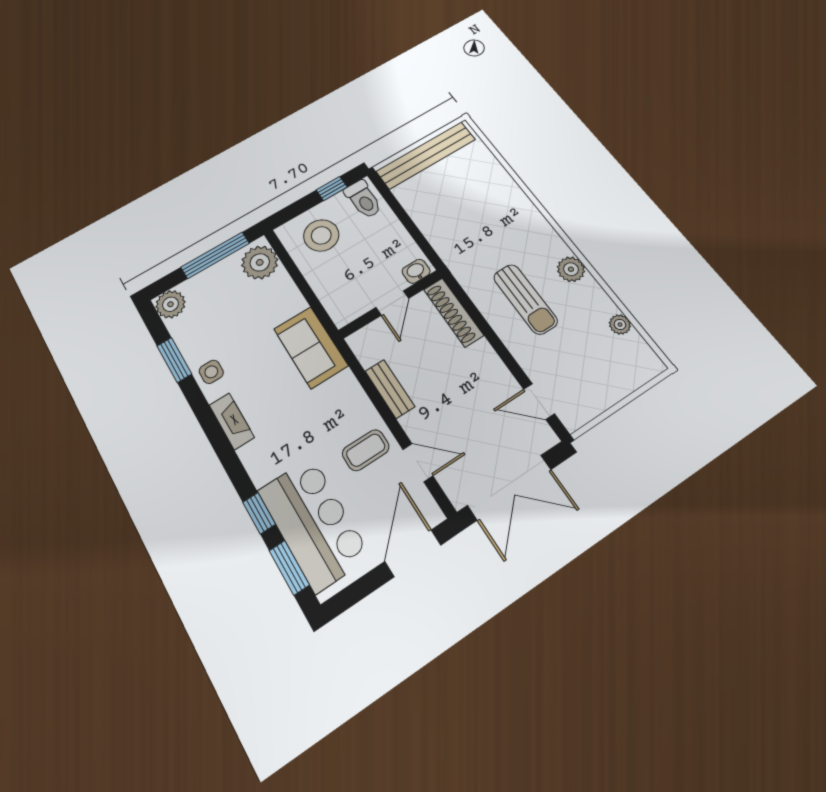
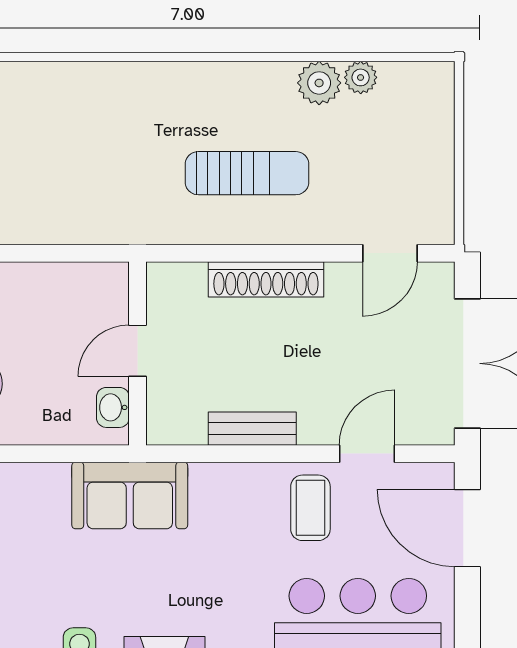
plant: (571, 269) -> (319, 83), moved
washbasin: (416, 271) -> (113, 407), moved
door: (392, 303) -> (137, 351), swing flipped
shoe rack: (453, 312) -> (266, 279), moved

